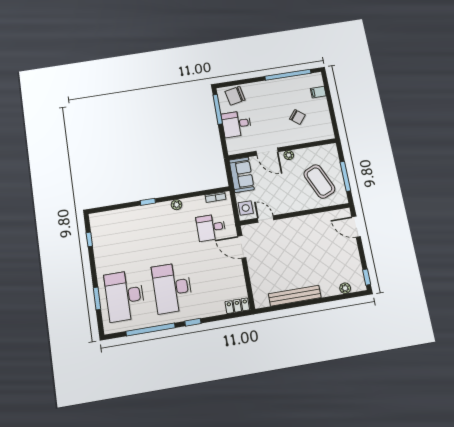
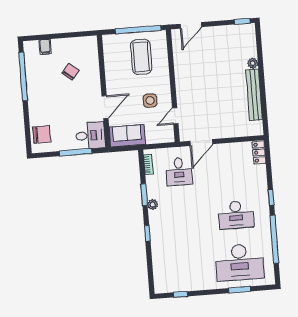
chair: (235, 96) -> (42, 134), turned -79
window: (218, 109) -> (76, 152), moved
desk: (237, 124) -> (90, 135), moved, turned -90
plant: (289, 155) -> (111, 85), removed
window: (345, 176) -> (138, 30), width x1.46
coffee table: (319, 181) -> (141, 57), turned -66
window: (186, 196) -> (144, 195), added
side table: (246, 208) -> (150, 101), moved
desk: (172, 288) -> (236, 215), width x0.73, depth x0.77
plant: (345, 288) -> (253, 63), moved

